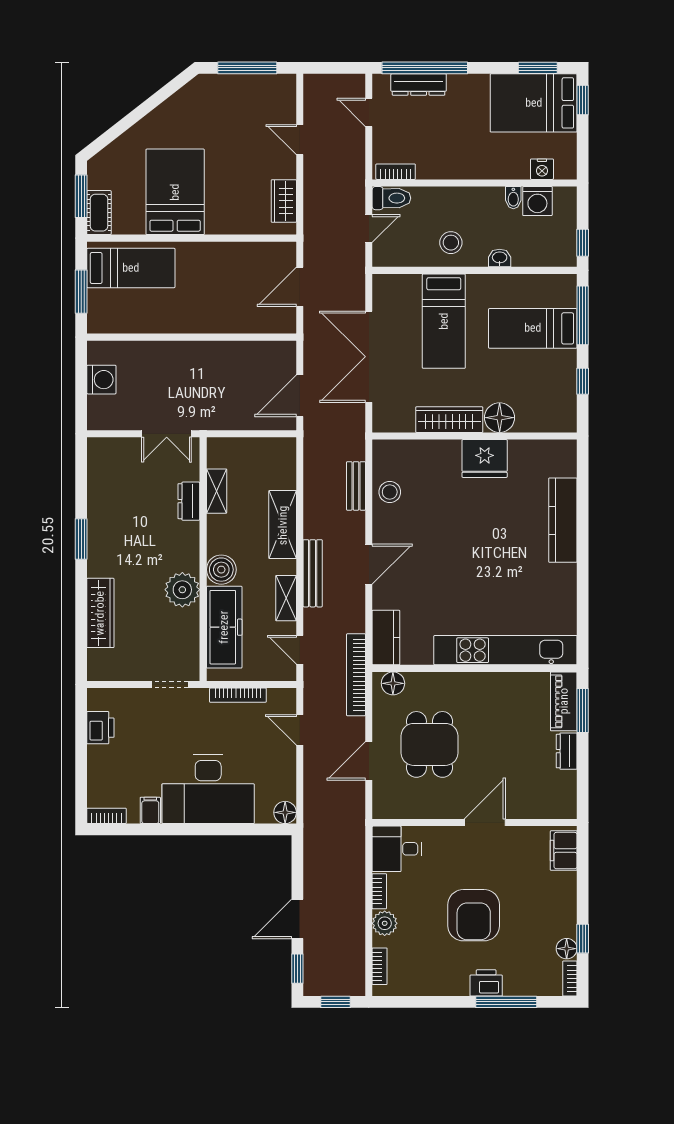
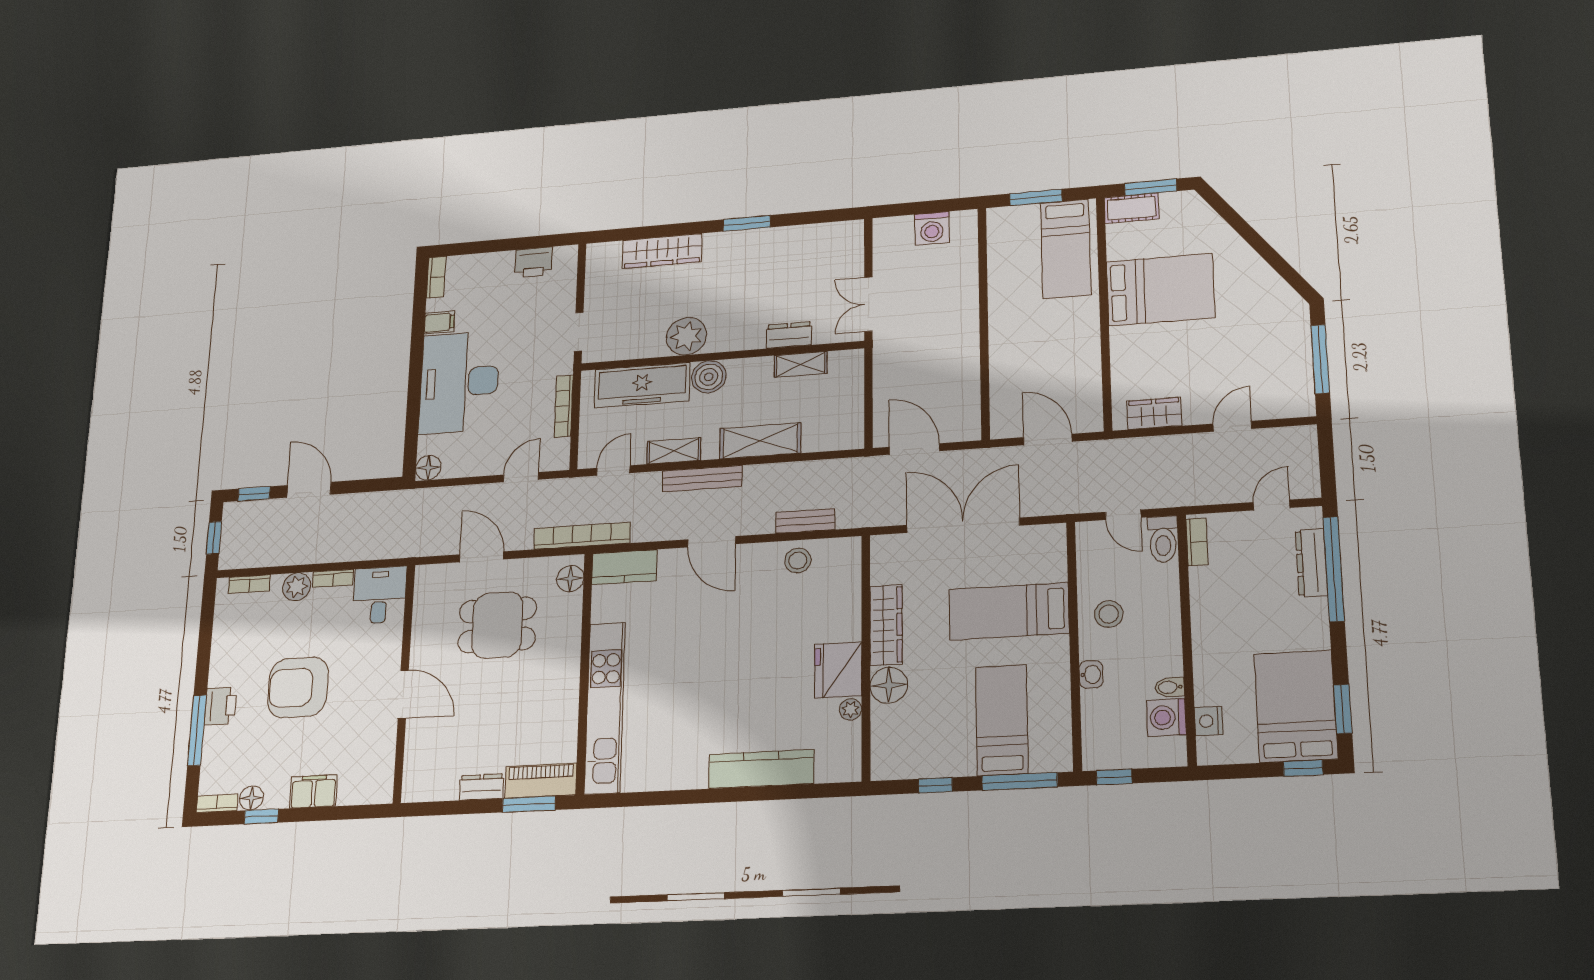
plant: (518, 448) -> (851, 709), added
filing cabinet: (564, 851) -> (314, 792), moved

